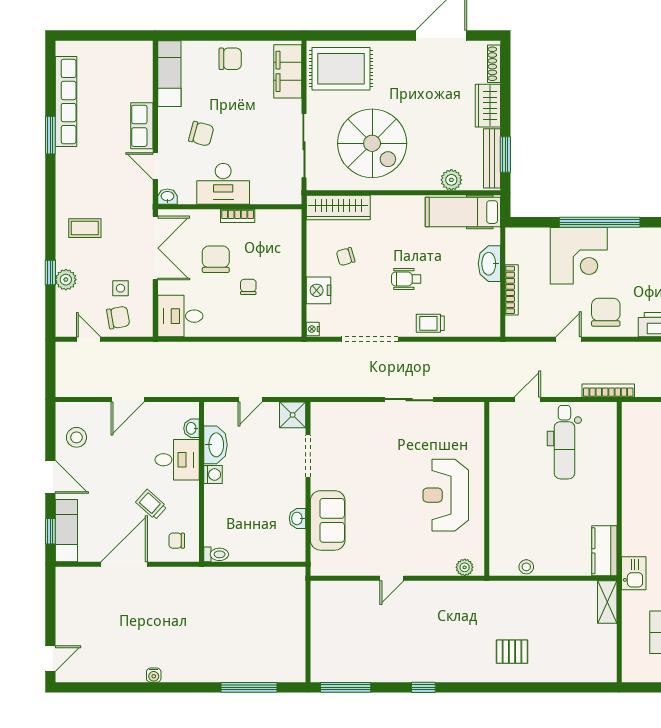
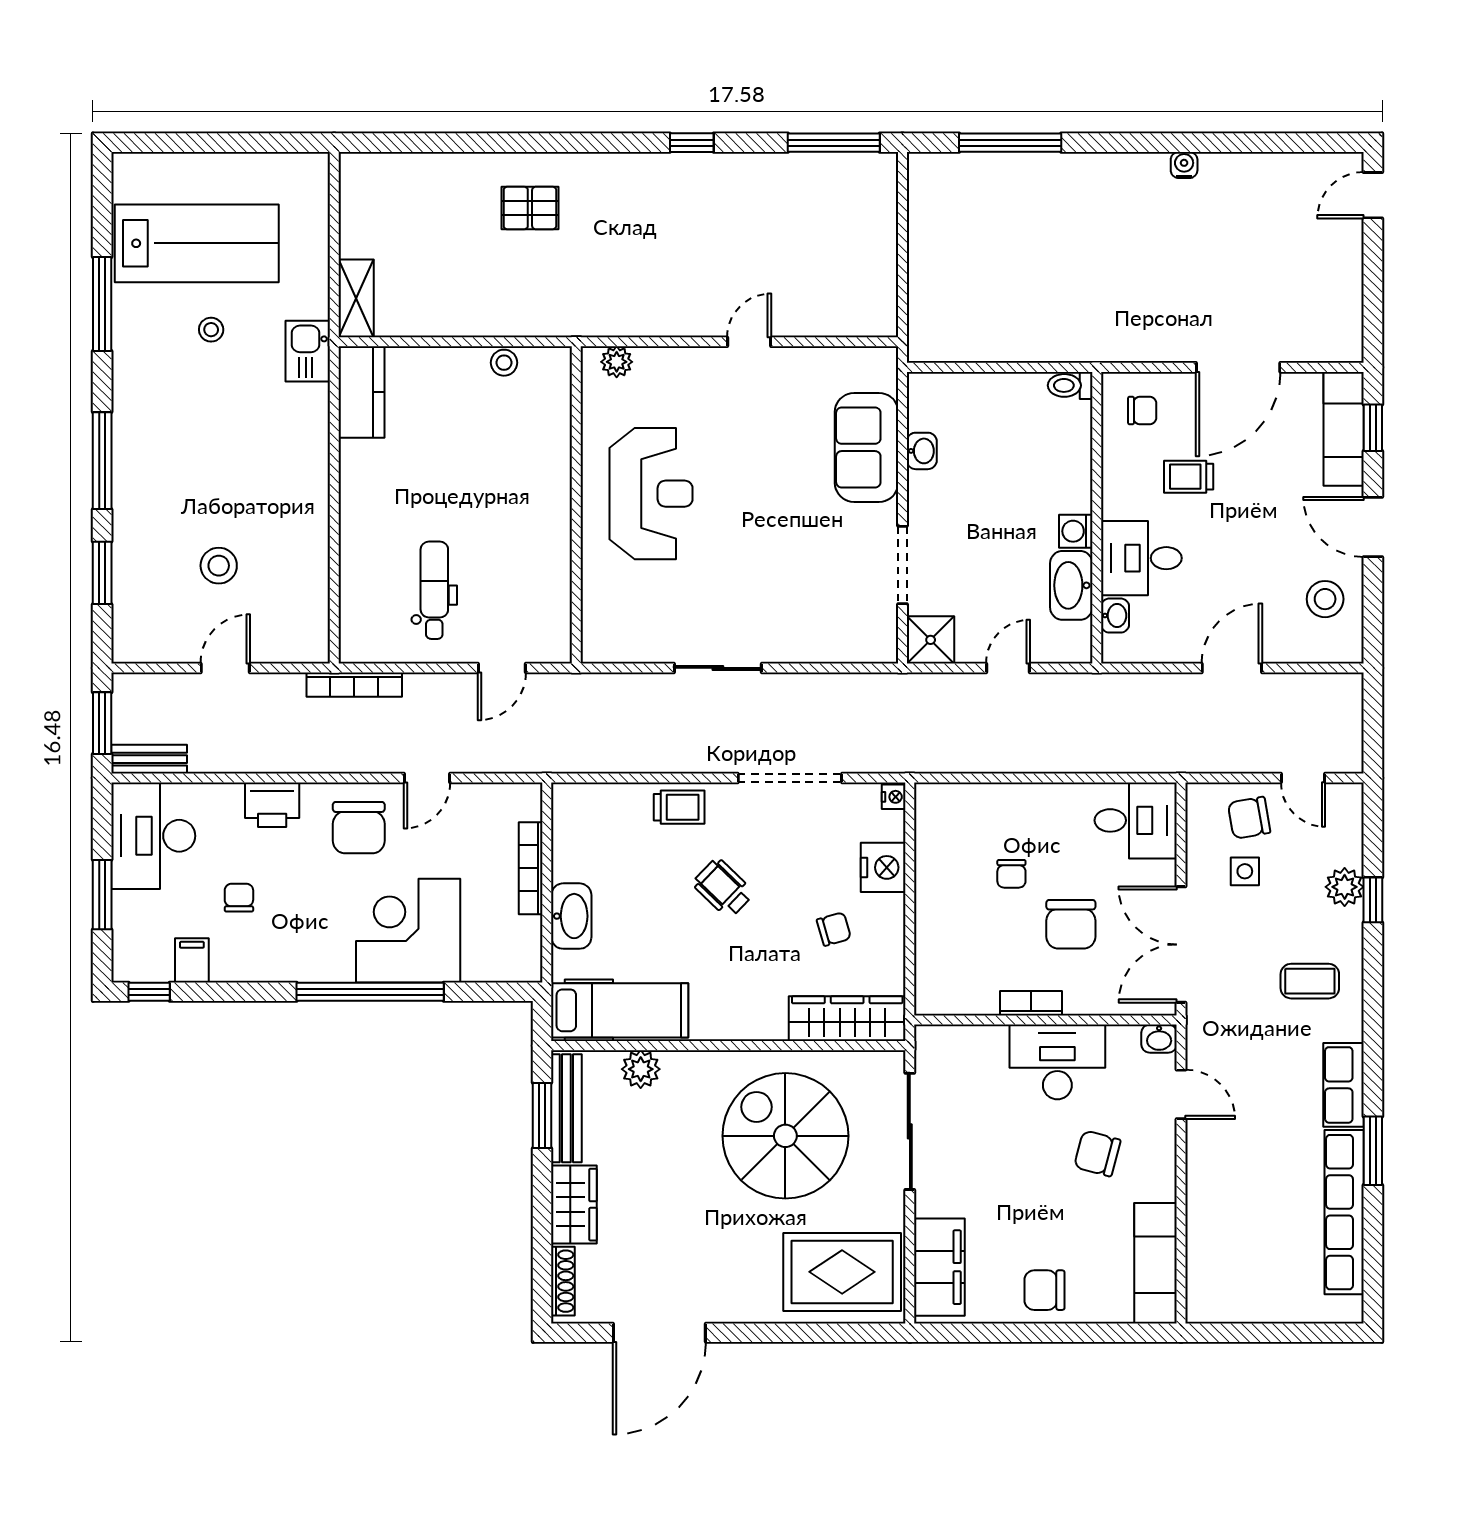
row of seats: (142, 126) -> (1344, 1085), moved, turned 180
wheelchair: (406, 279) -> (723, 888), turned -136
dental chair: (564, 442) -> (434, 590), width x0.73, depth x0.72
trolley: (151, 504) -> (1189, 477), turned 138

